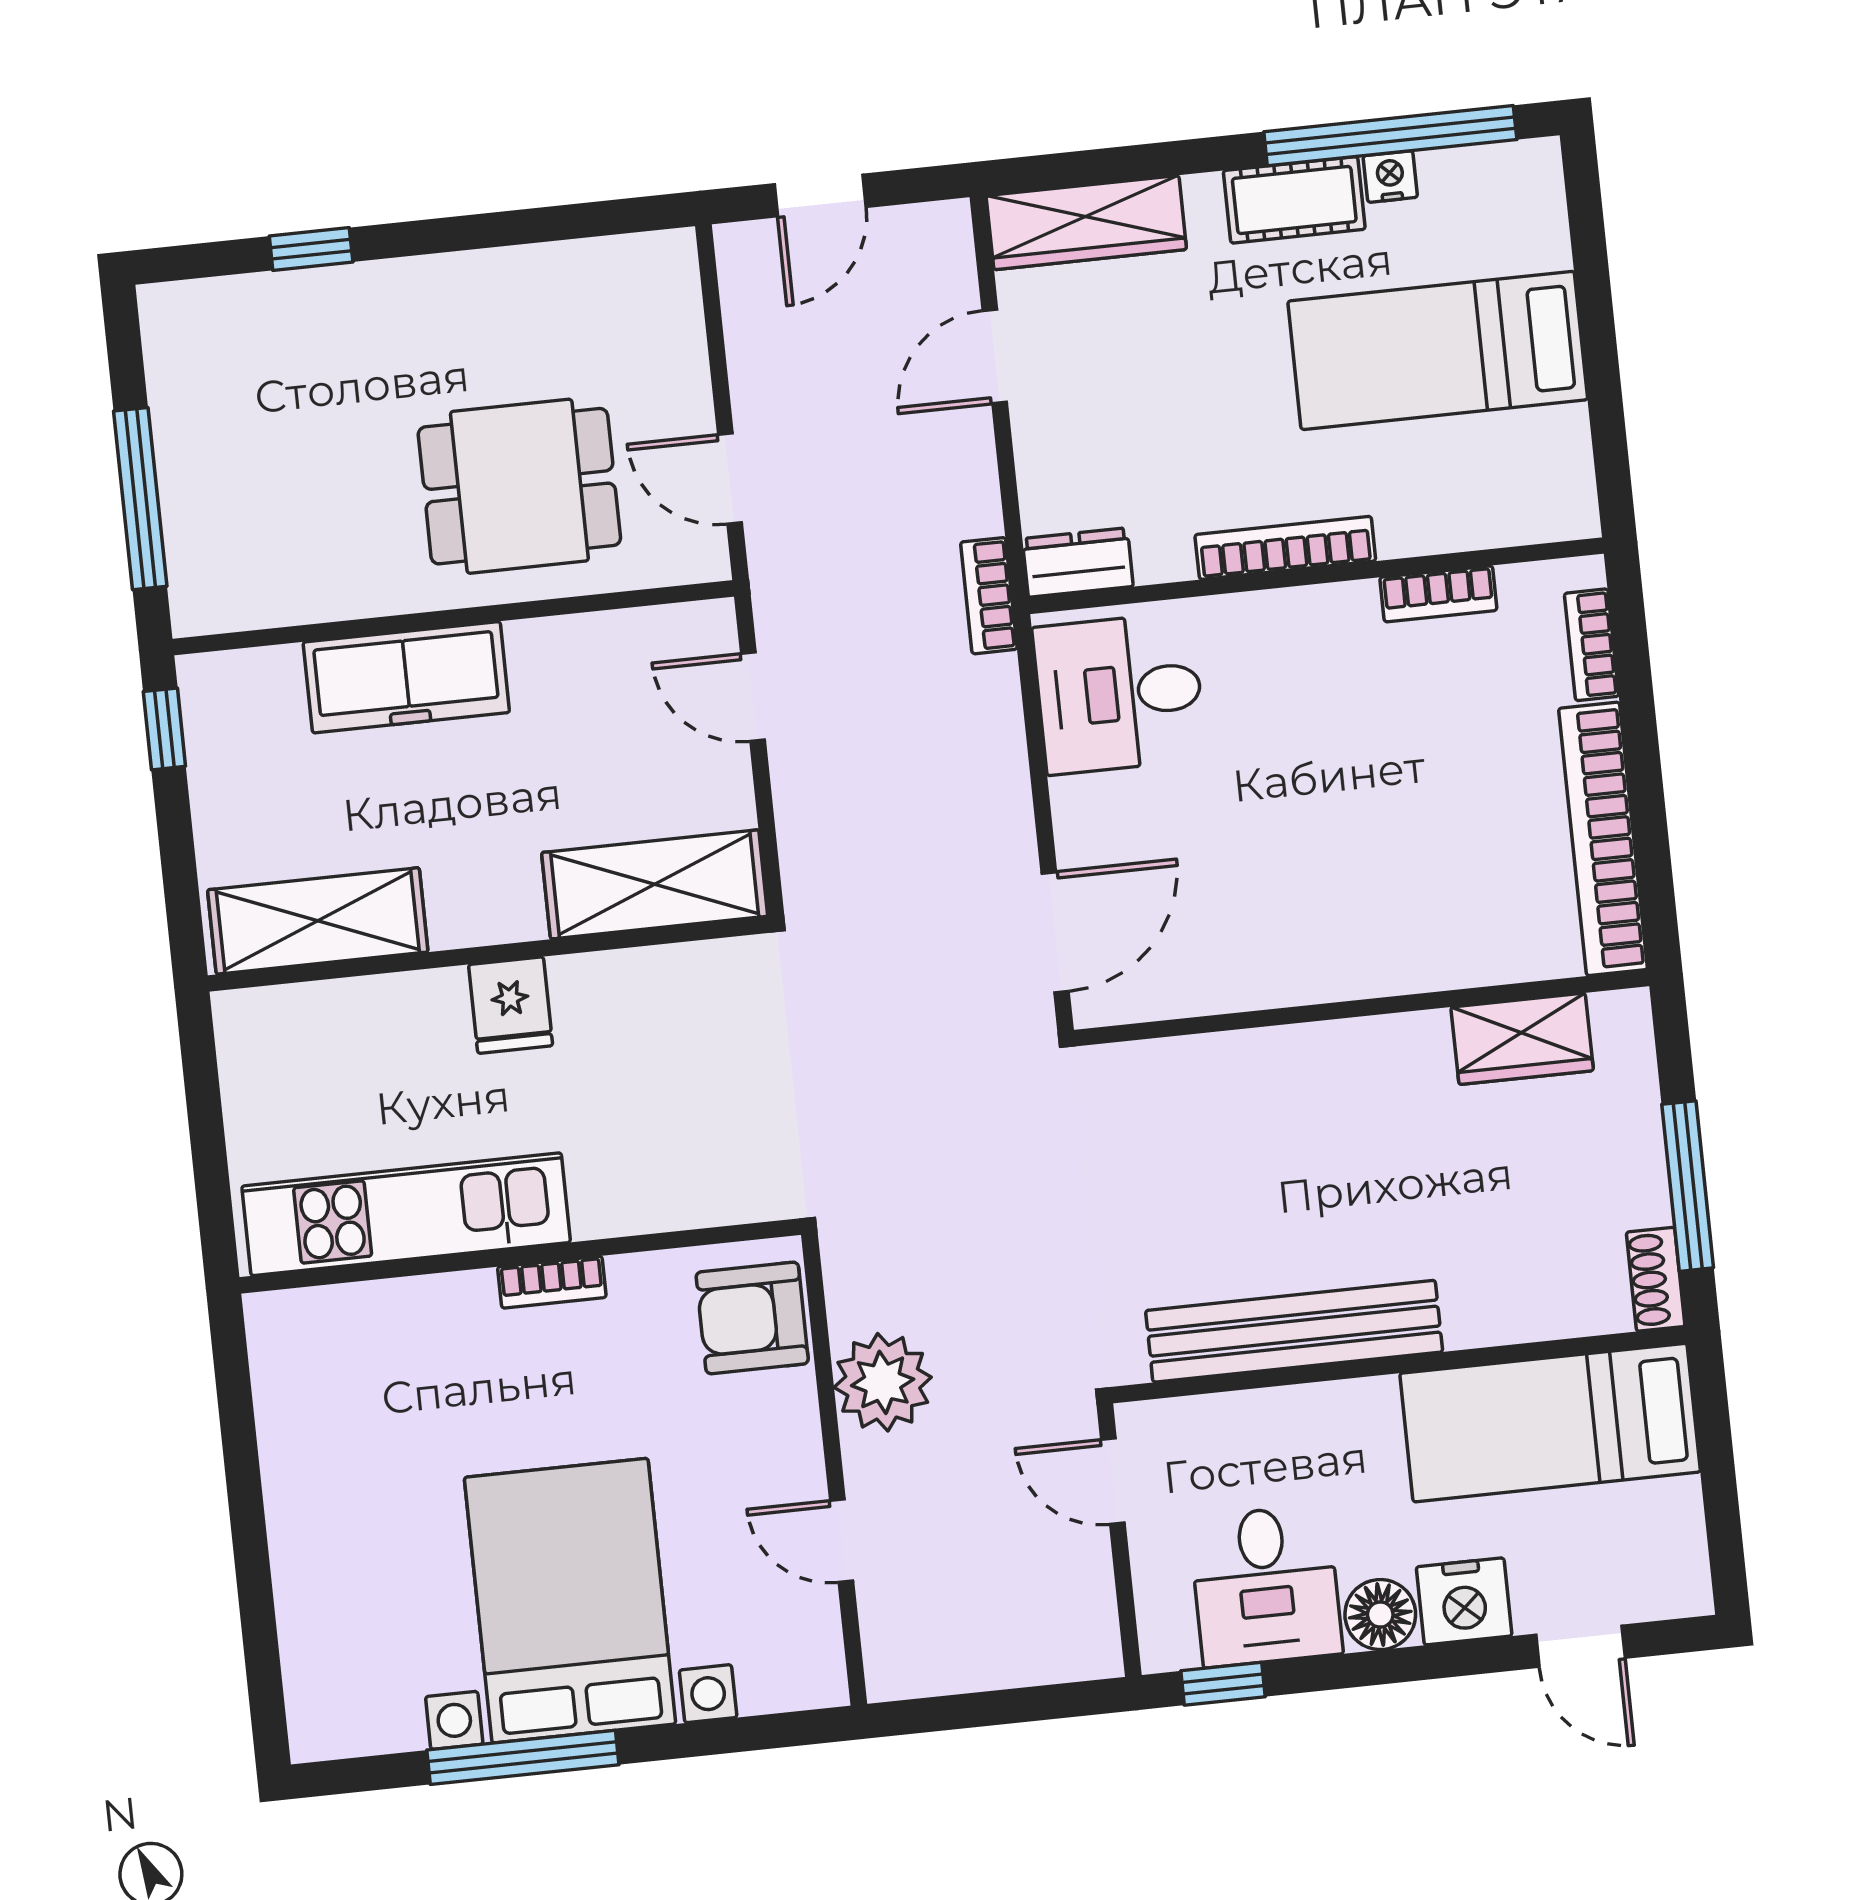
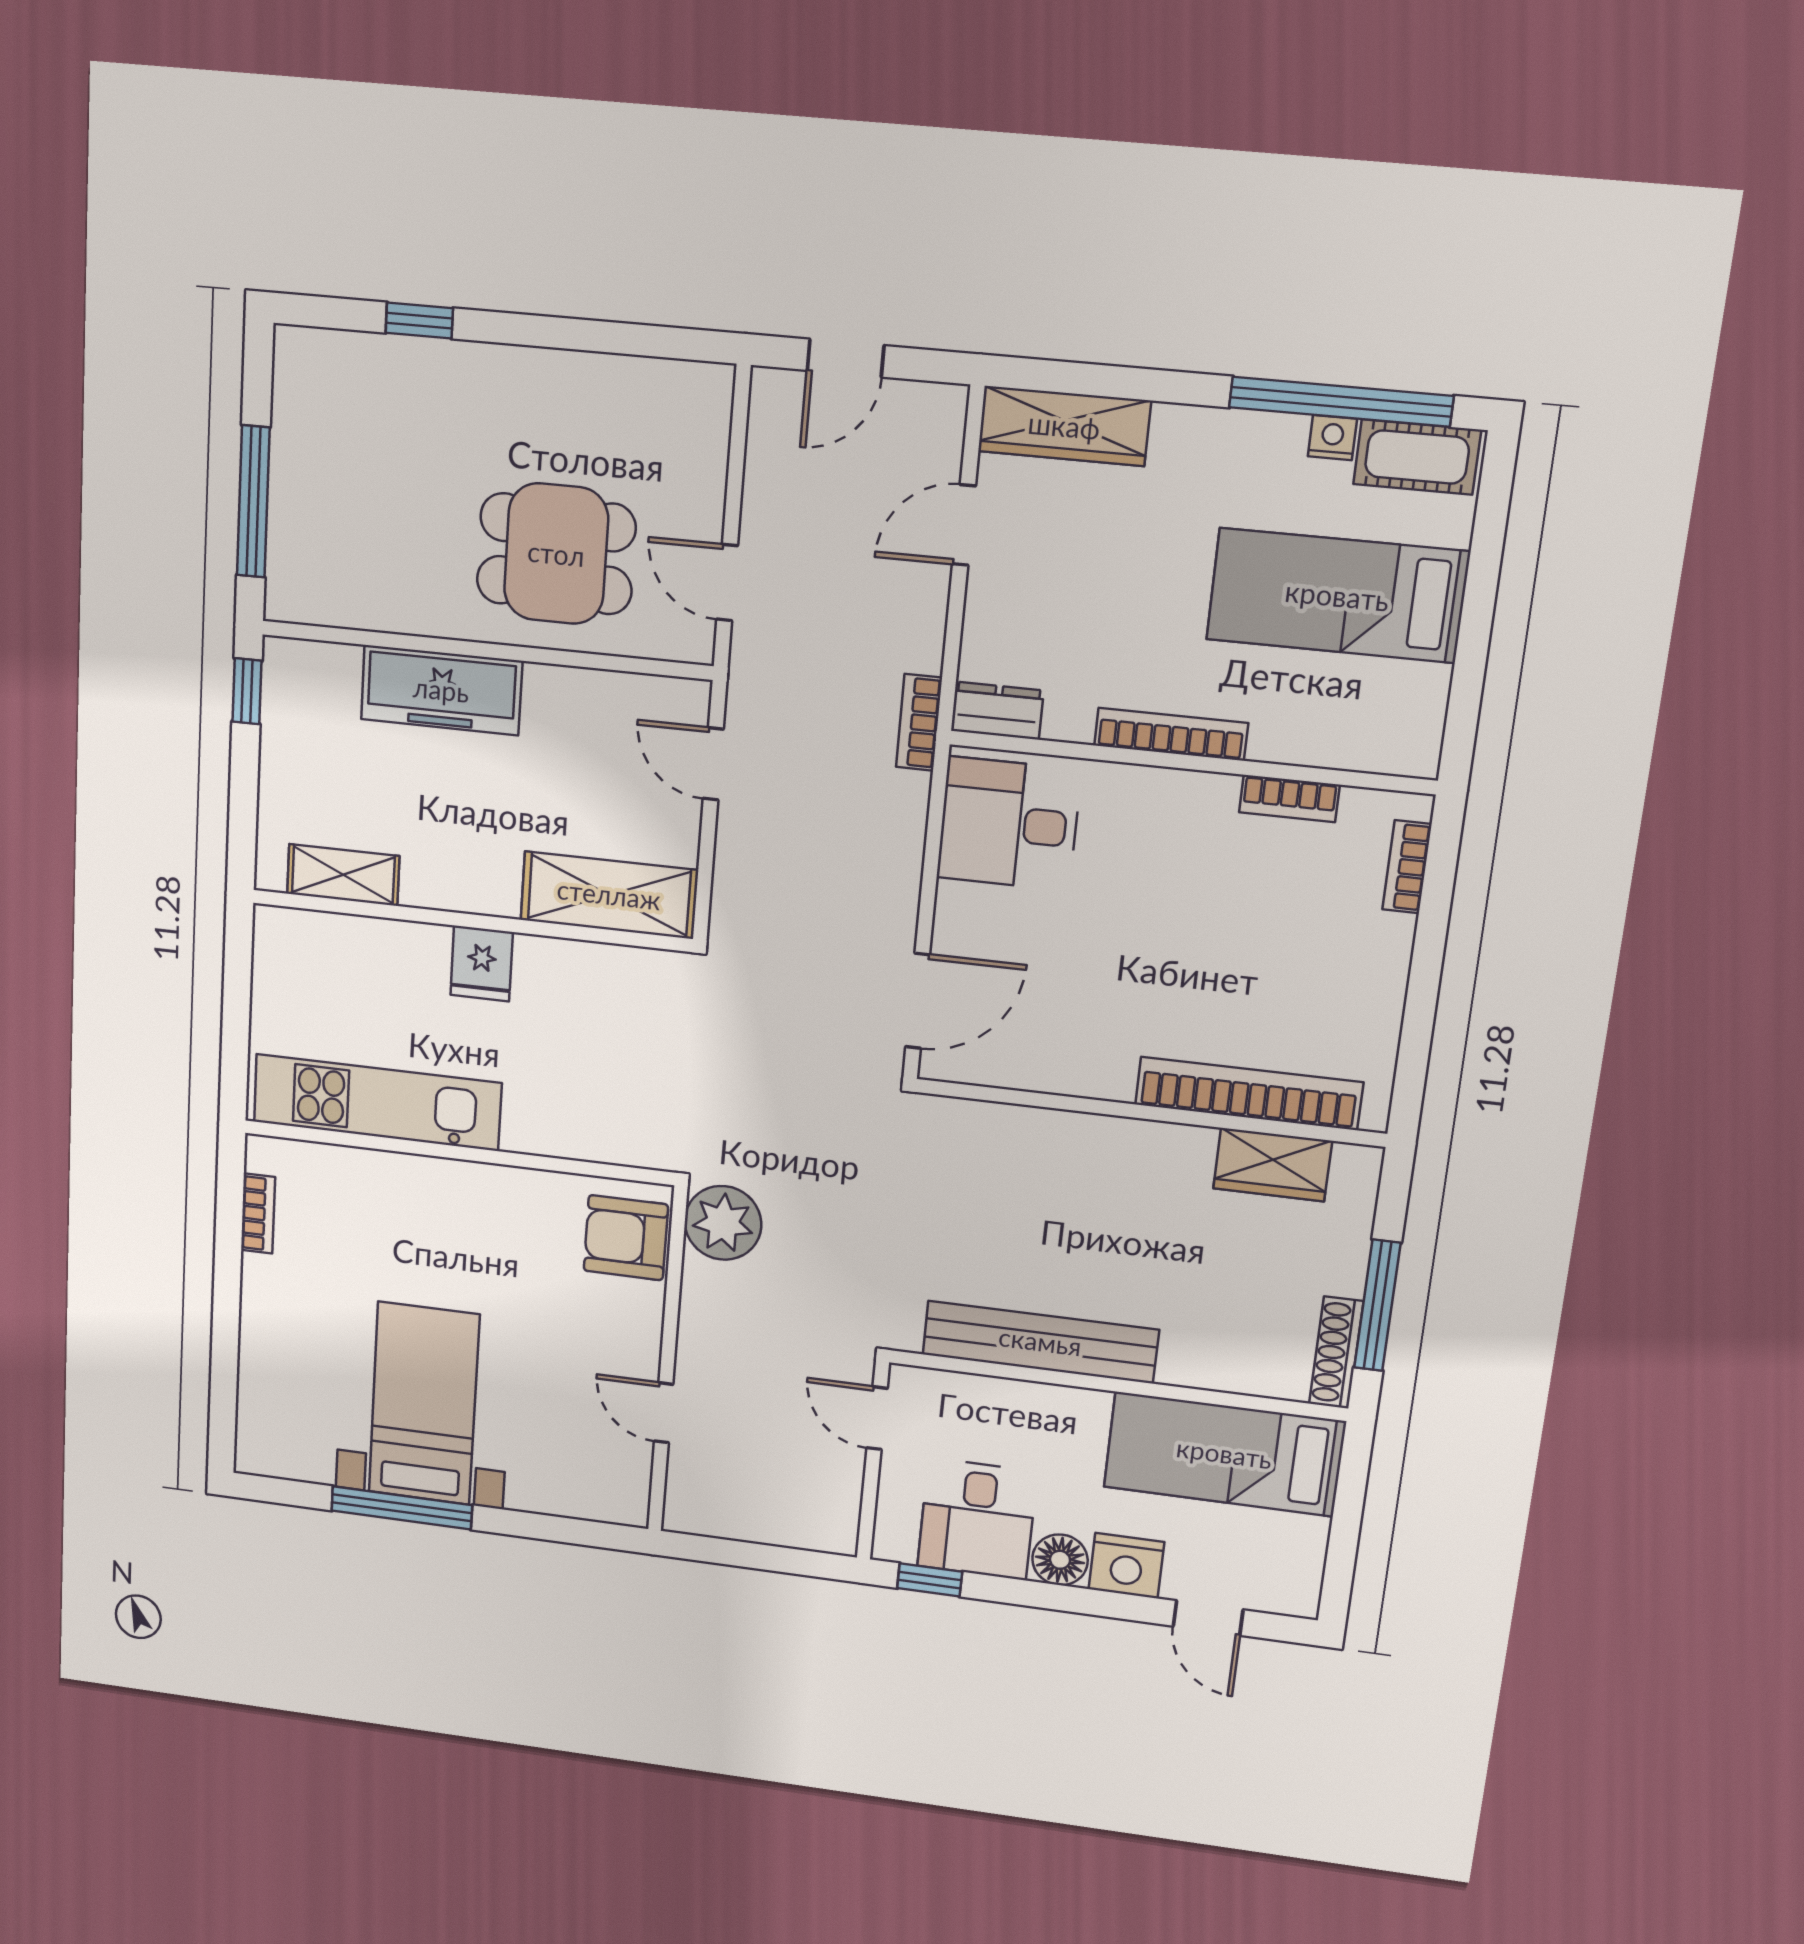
cot: (1294, 200) -> (1417, 457), moved
bookcase: (1603, 839) -> (1249, 1093), moved, turned 90
shelving: (318, 921) -> (343, 875), width x0.67, depth x0.75
shoe rack: (1656, 1279) -> (1336, 1353), width x1.43
bookcase: (552, 1282) -> (258, 1214), moved, turned -90
plant: (883, 1382) -> (723, 1223), moved
bed with nightstands: (570, 1601) -> (424, 1404), width x0.73

